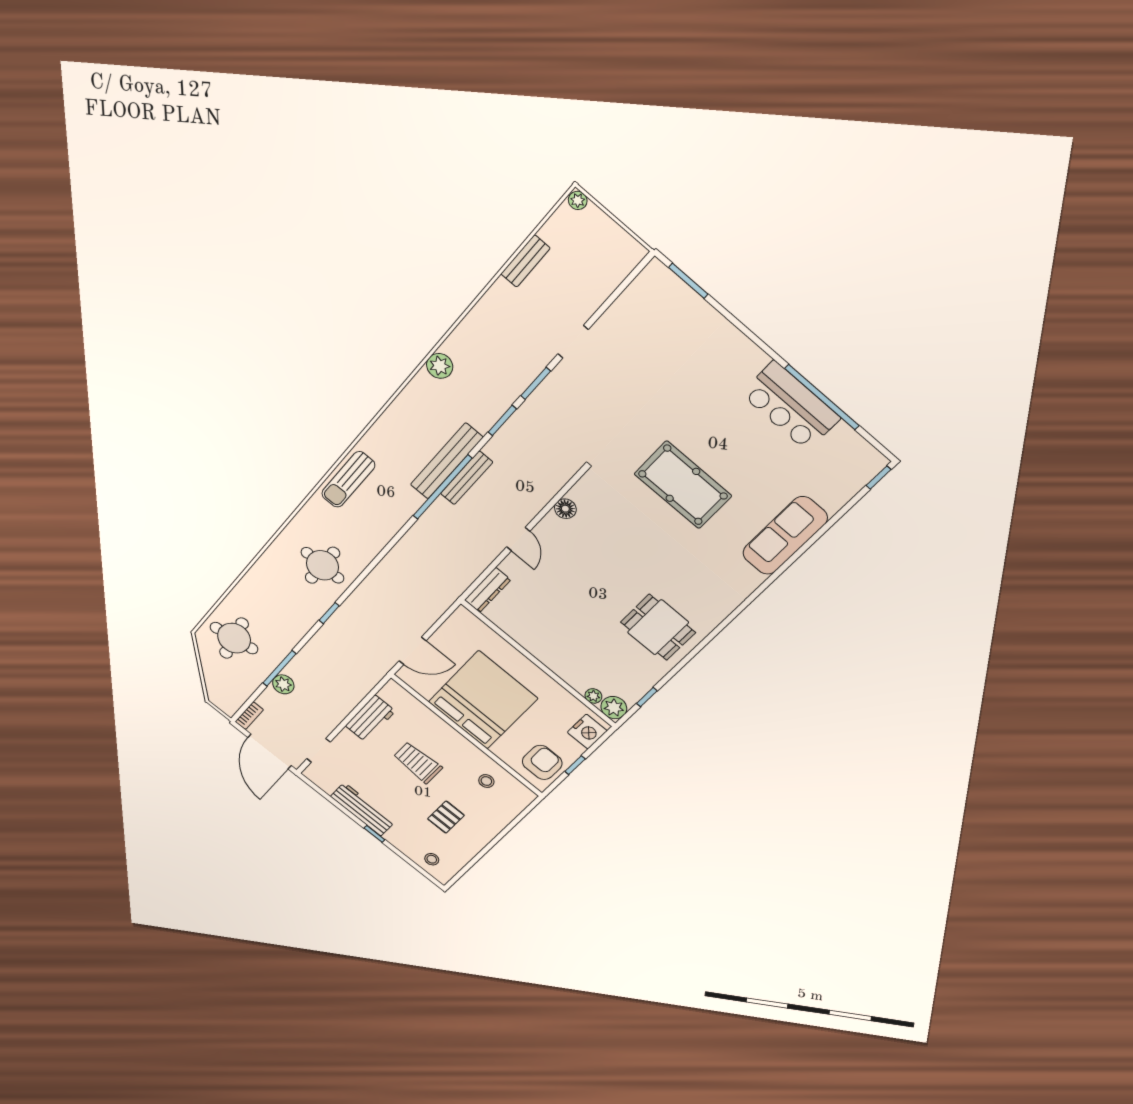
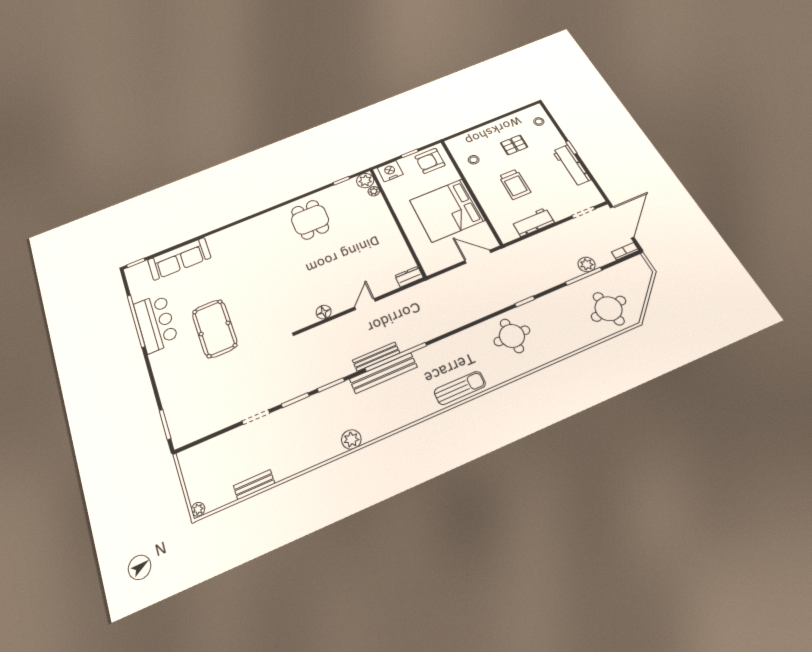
pool table: (683, 485) -> (215, 328), moved
sofa: (785, 536) -> (179, 259), moved
dresser: (488, 590) -> (409, 277), width x0.70

